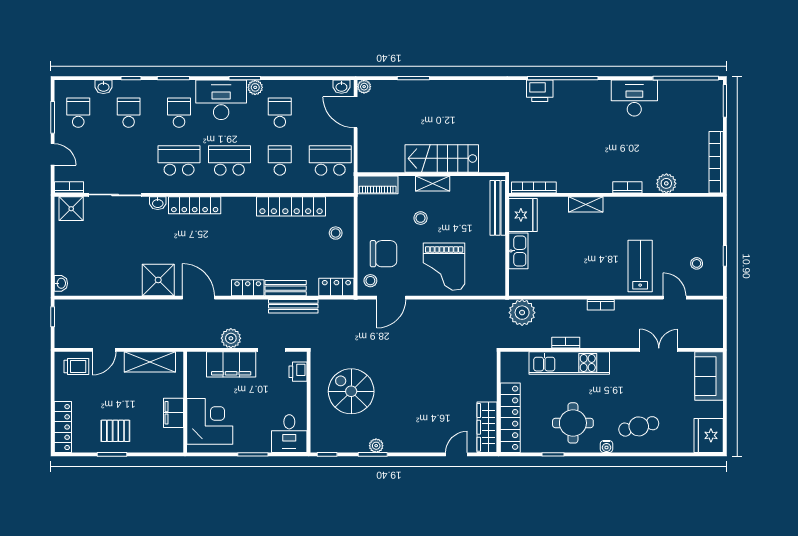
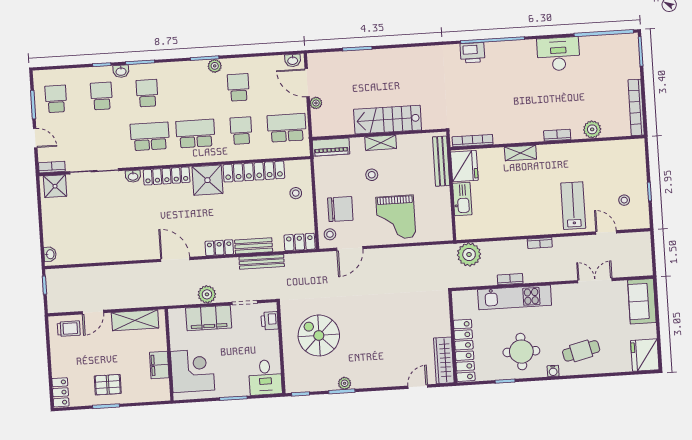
washbasin: (103, 87) -> (121, 71), moved
plant: (364, 87) -> (316, 103), moved
desk: (221, 100) -> (185, 79), removed
shower: (158, 280) -> (207, 180), moved
locker: (63, 427) -> (60, 392), width x0.66

